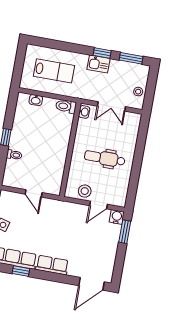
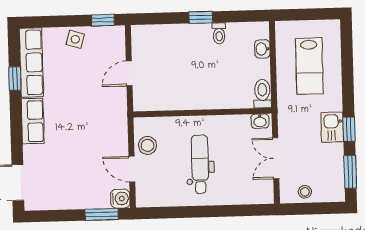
toilet: (14, 155) -> (219, 33), moved

